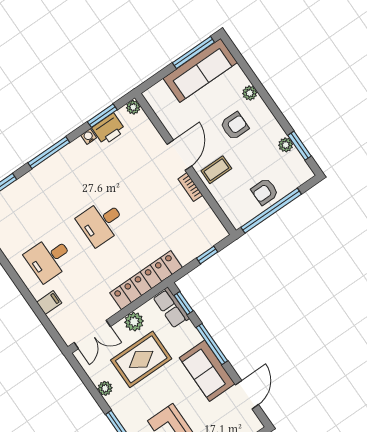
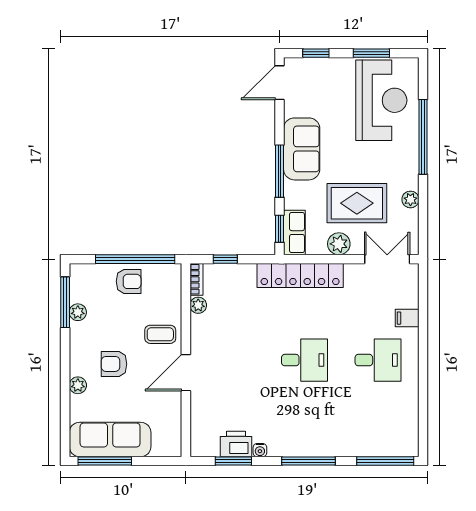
plant: (133, 107) -> (198, 305), moved
window: (300, 146) -> (65, 302), width x1.44
bookcase: (190, 187) -> (196, 279), moved
door: (247, 395) -> (279, 83), moved

